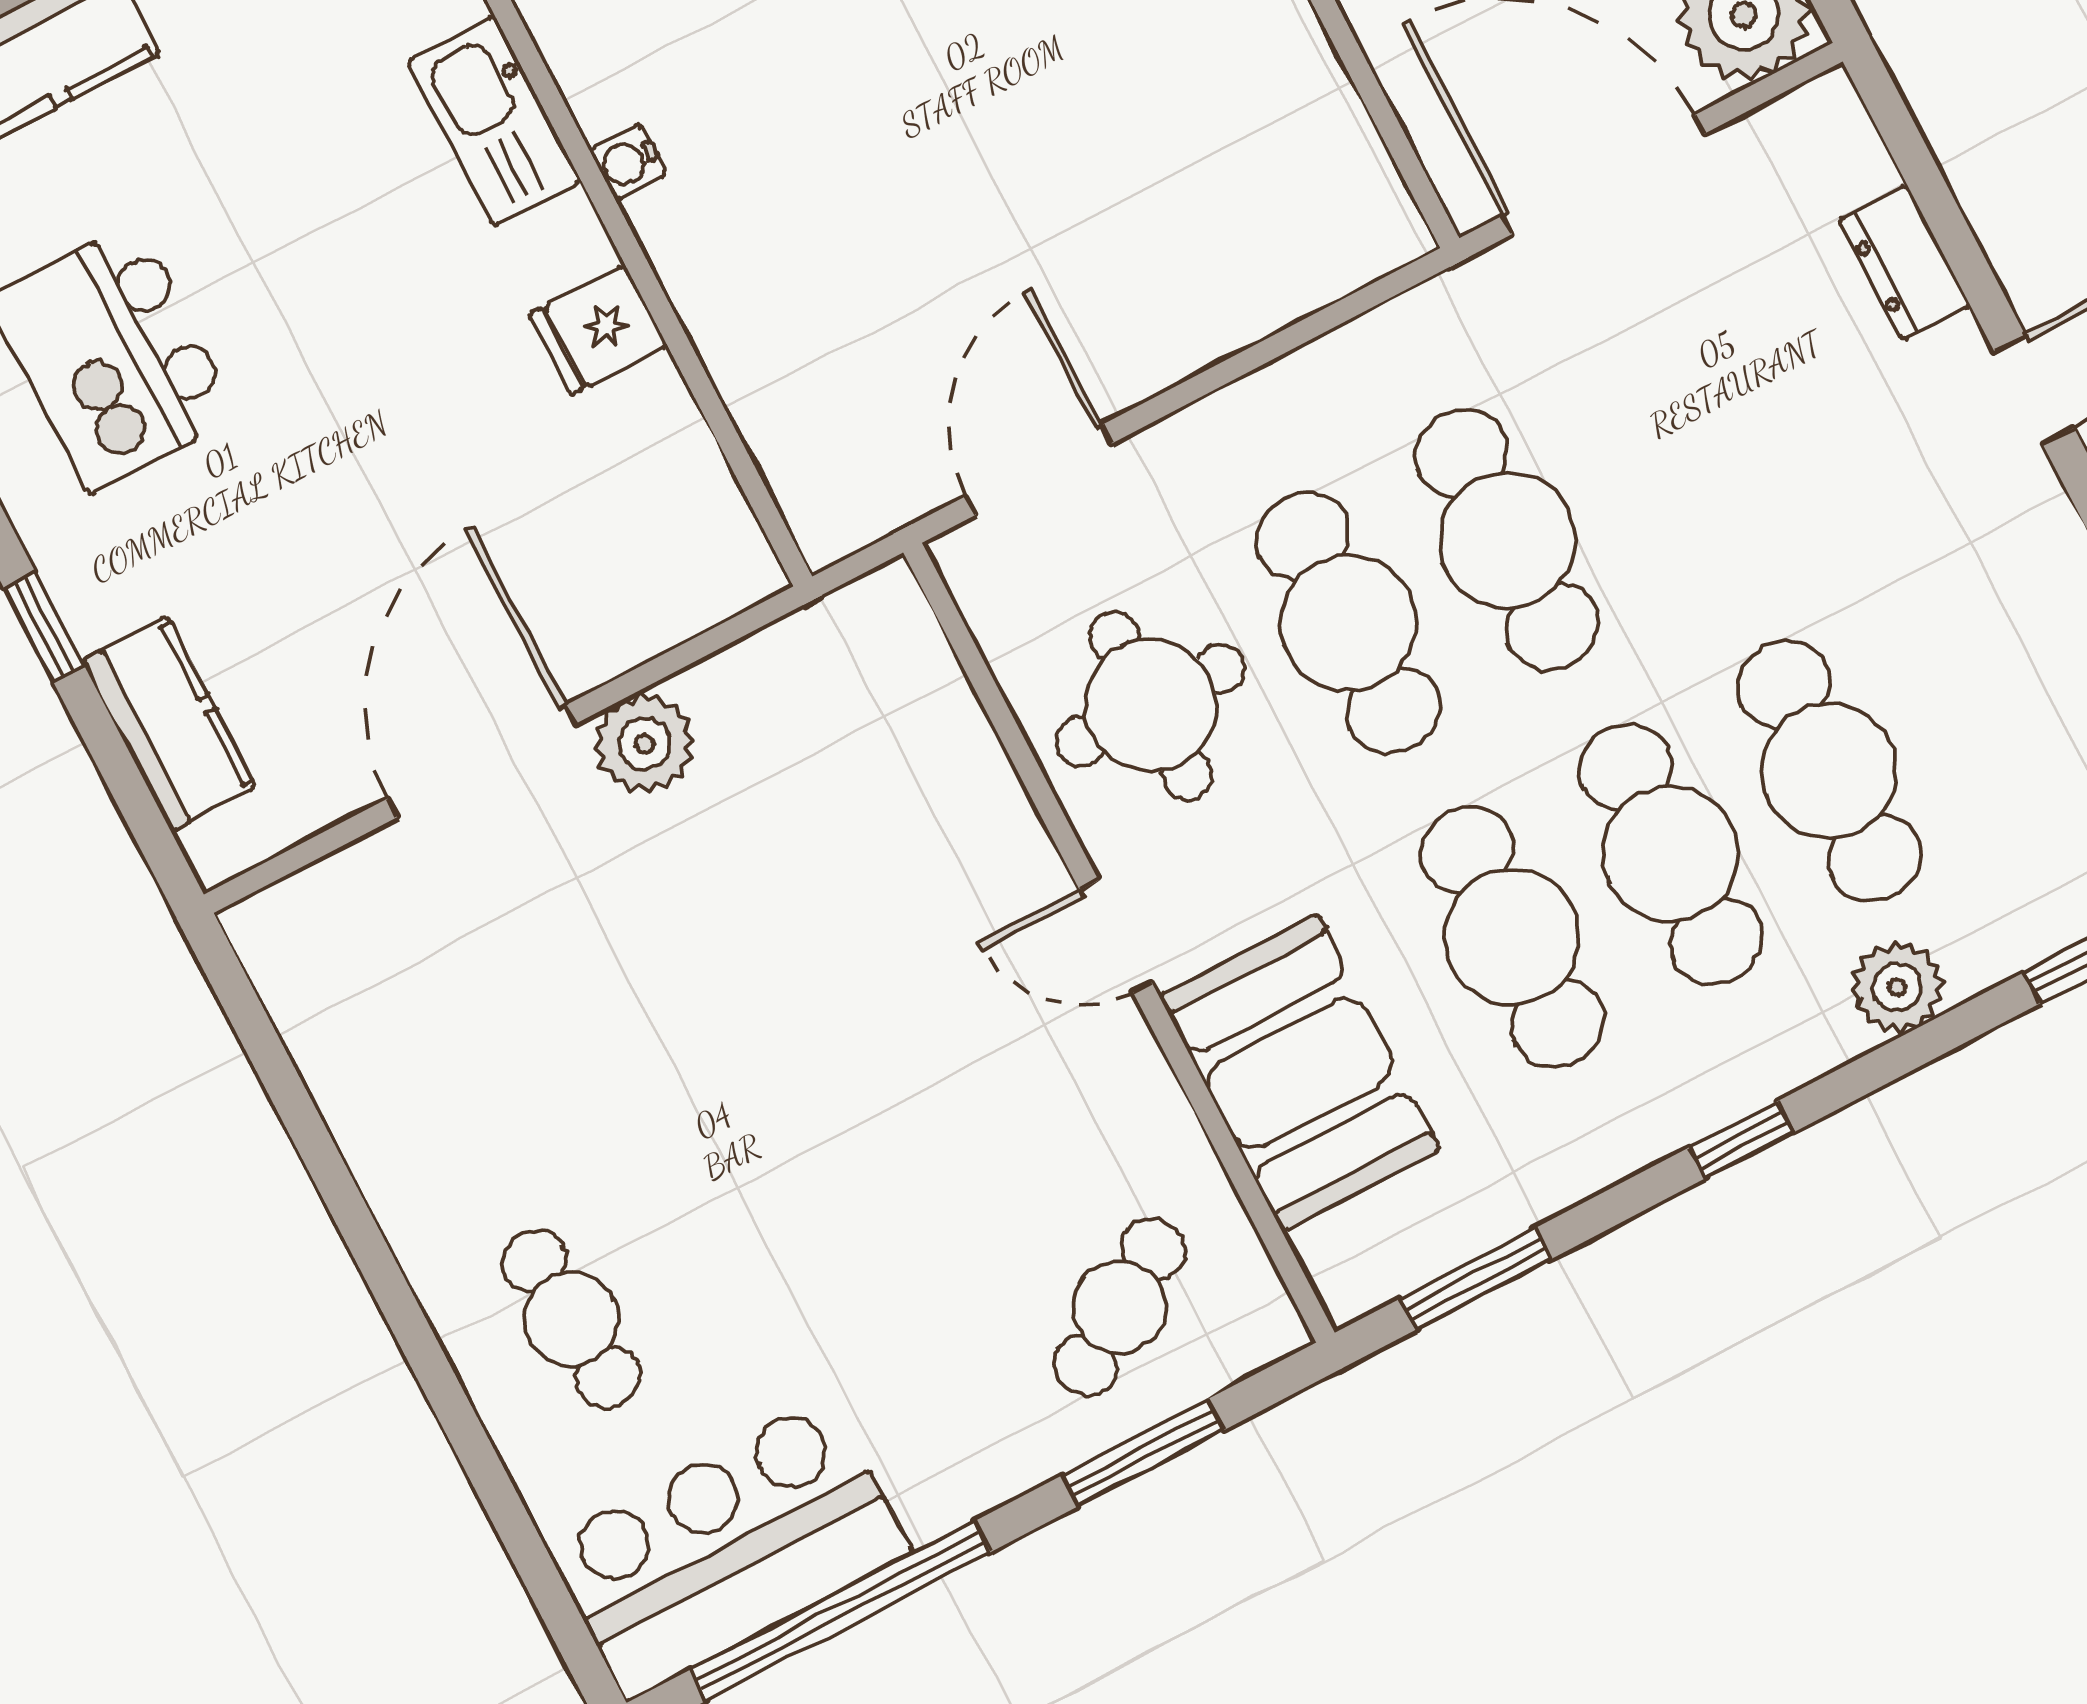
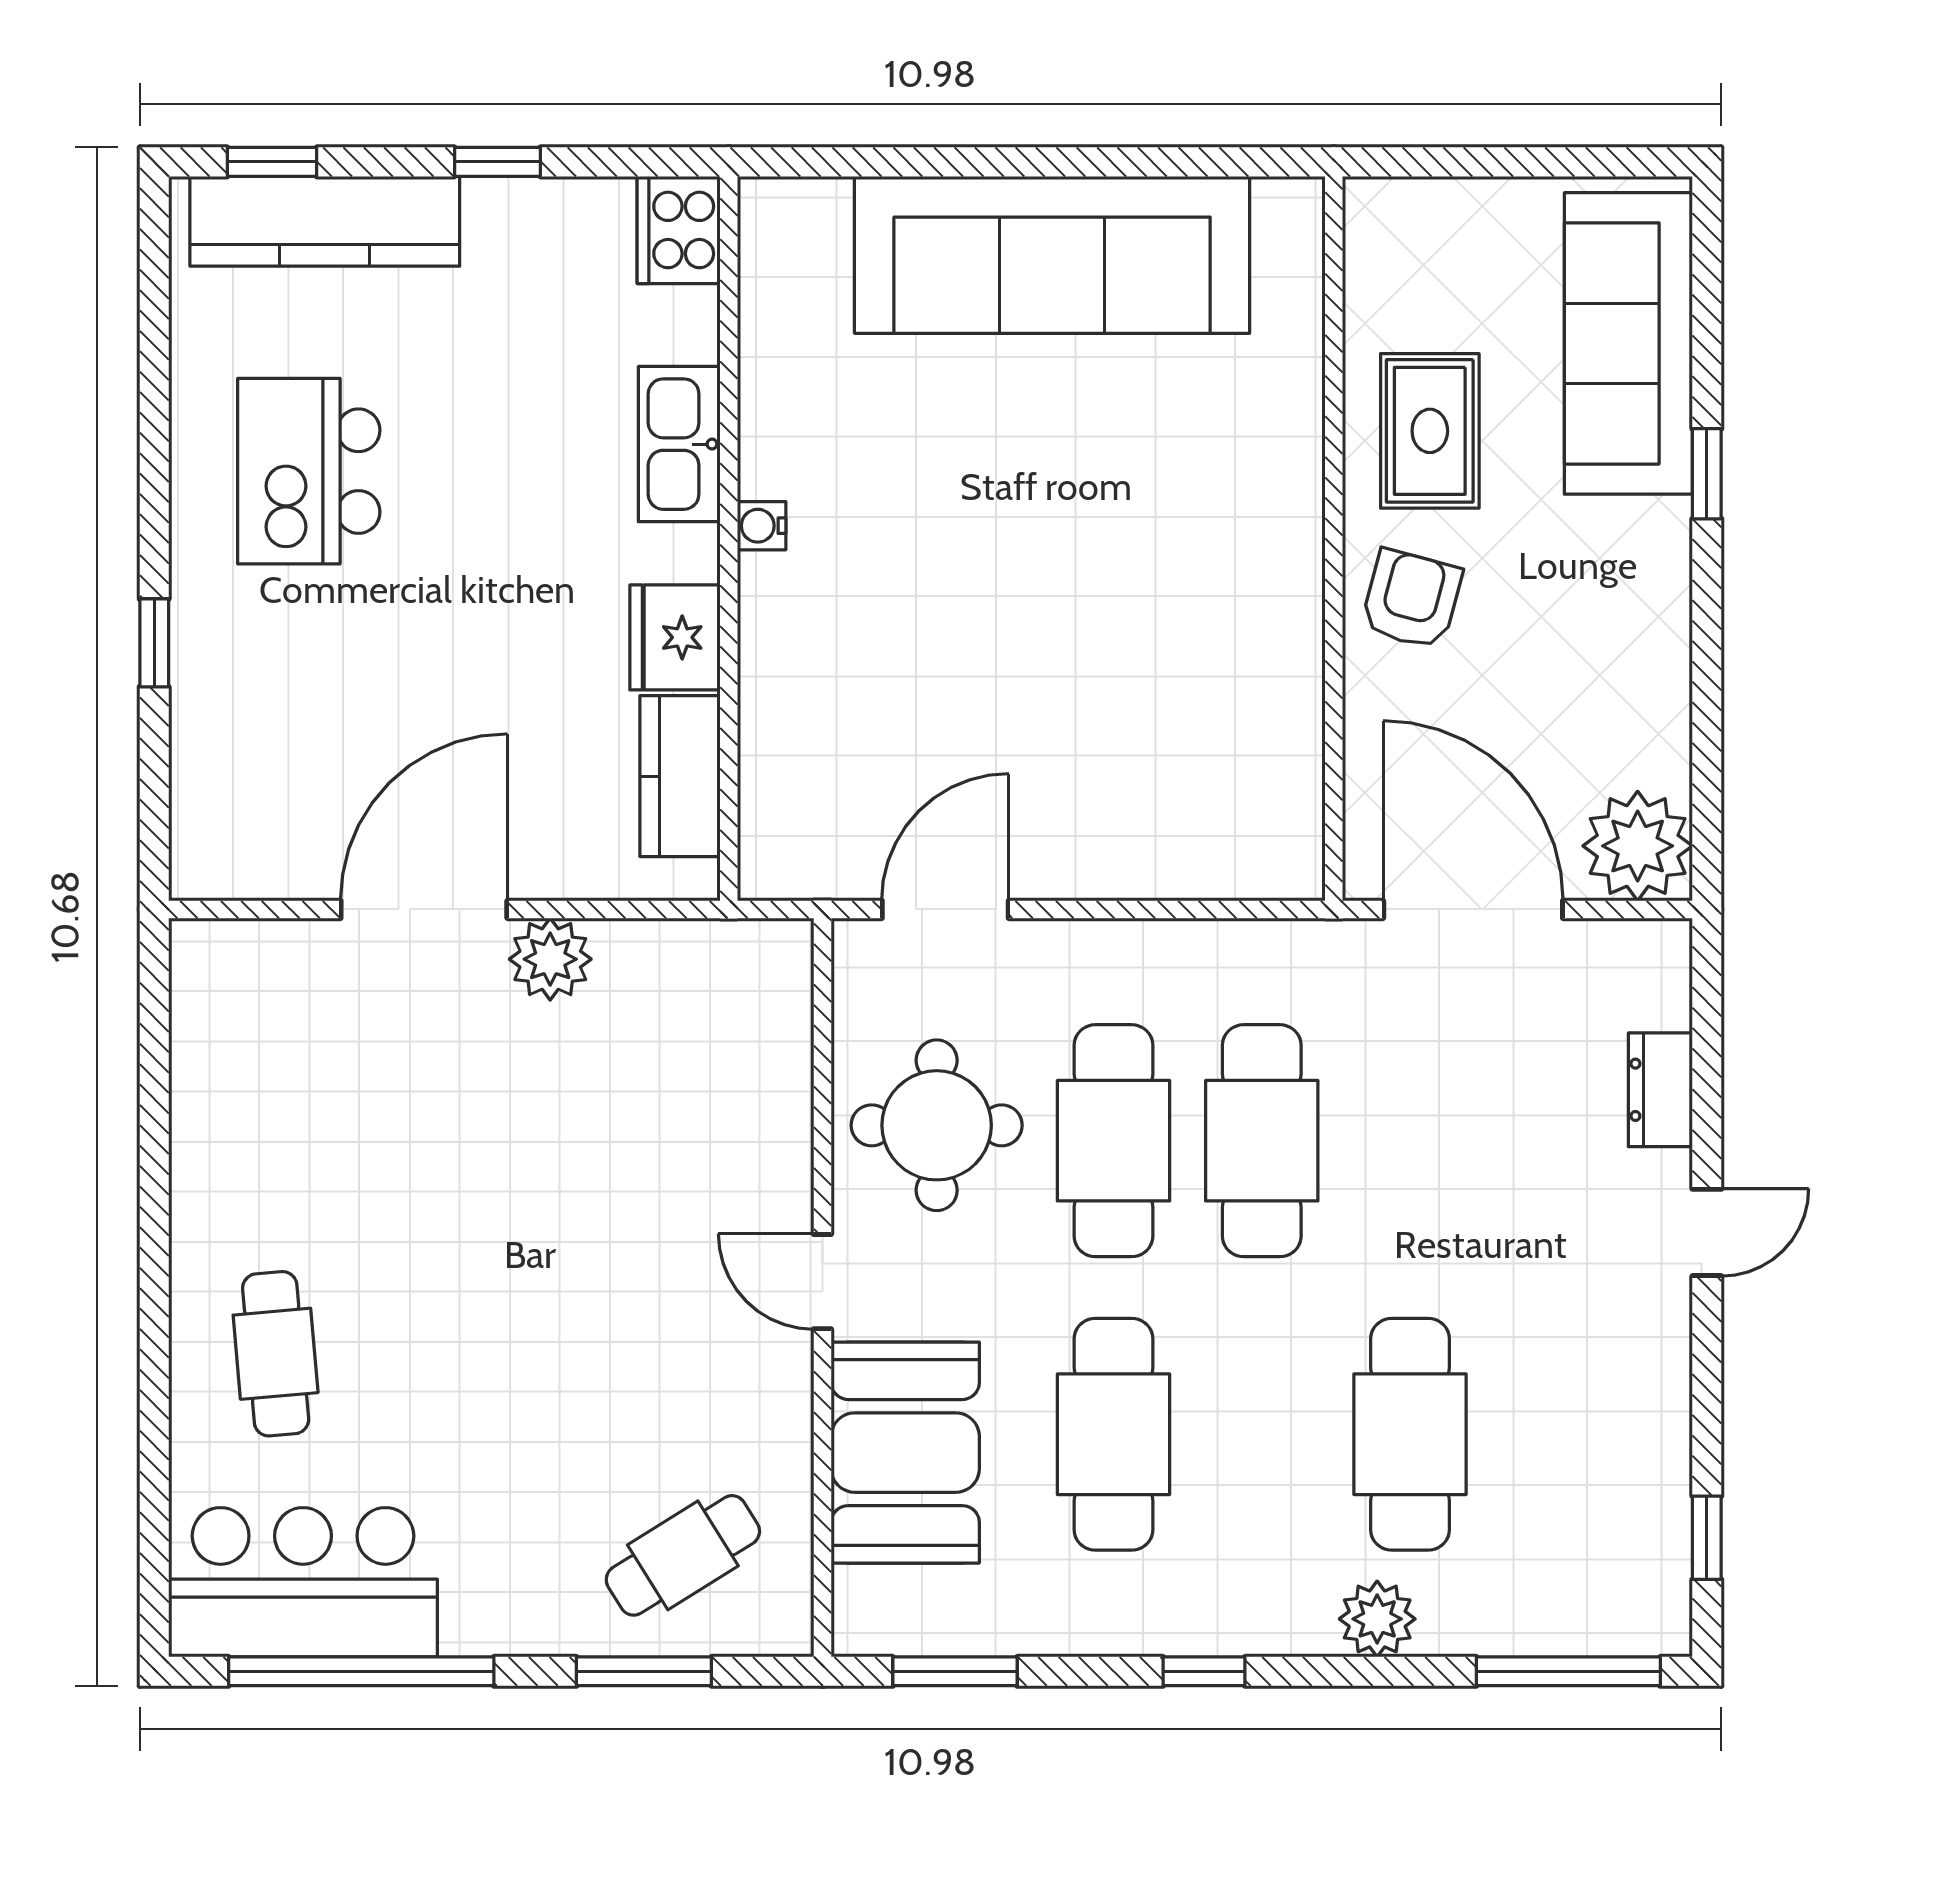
fridge: (598, 330) -> (675, 637), width x1.38
kitchen counter: (169, 724) -> (680, 776), moved, turned 180
cafe table: (1671, 854) -> (1262, 1434), removed

